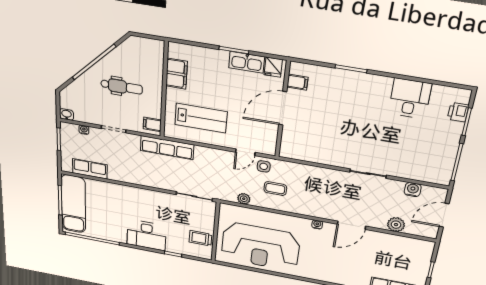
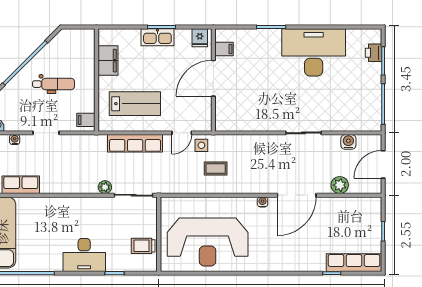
kitchen sink: (247, 62) -> (157, 37), moved
desk: (410, 98) -> (314, 52), width x1.87, depth x1.30
row of seats: (167, 148) -> (135, 143), moved
plant: (244, 199) -> (105, 187), moved
door: (351, 225) -> (297, 195), width x1.36

